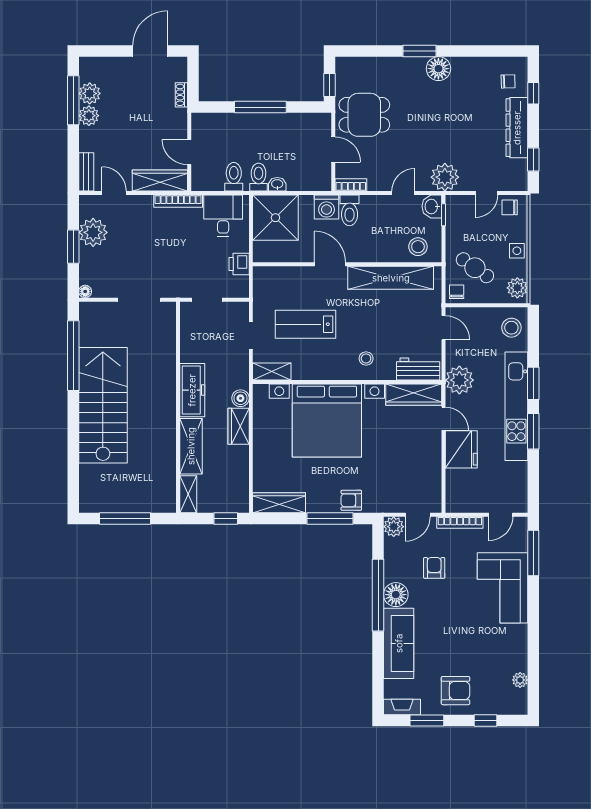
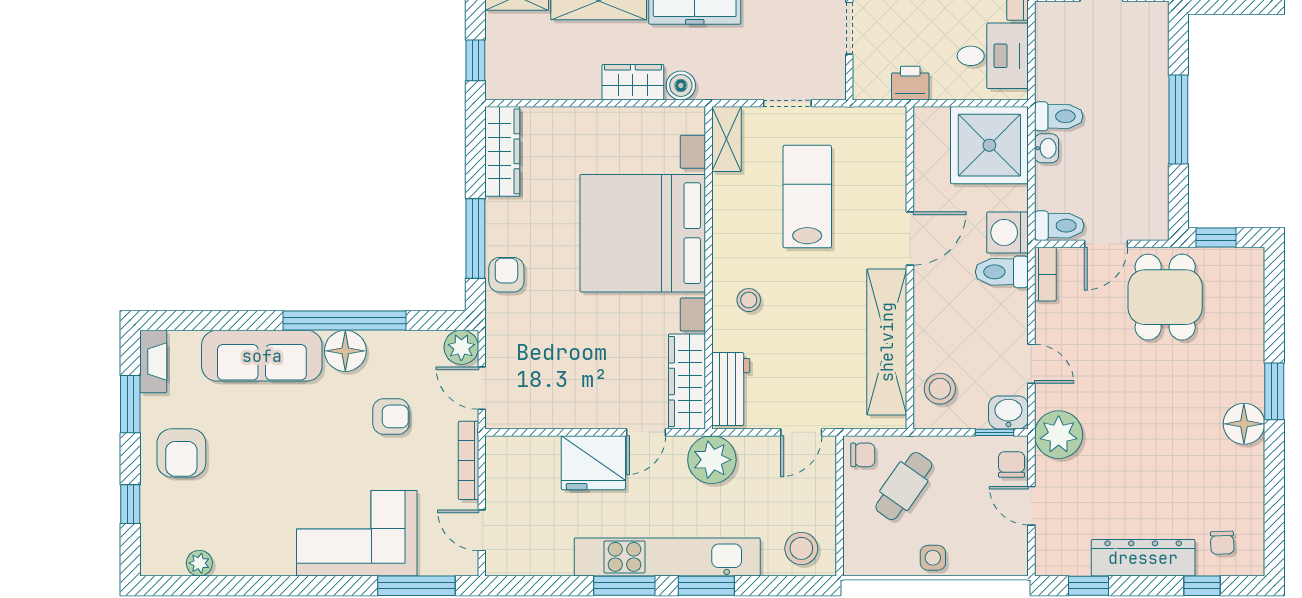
toilet: (234, 177) -> (1059, 226), moved
chair: (510, 207) -> (1012, 464), moved
plant: (517, 288) -> (869, 559), removed

